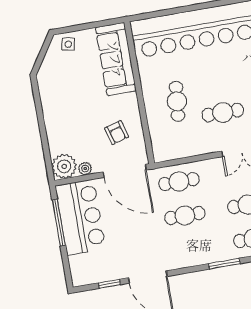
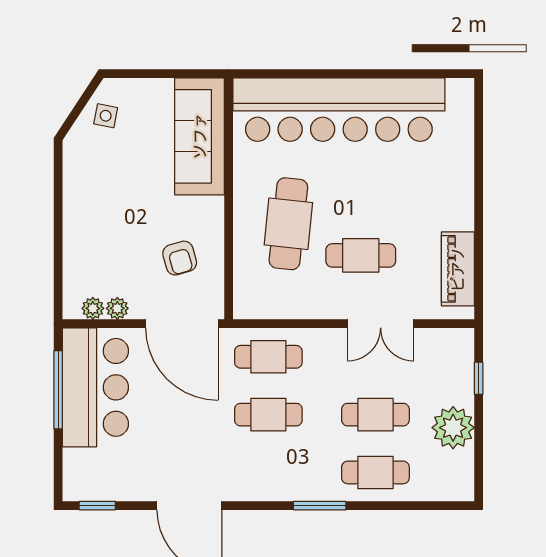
side table: (68, 44) -> (106, 116), moved
cafe table: (177, 101) -> (288, 224), width x1.37, depth x1.35
plant: (64, 166) -> (93, 308), width x0.53, depth x0.53
window: (109, 284) -> (97, 506), moved

